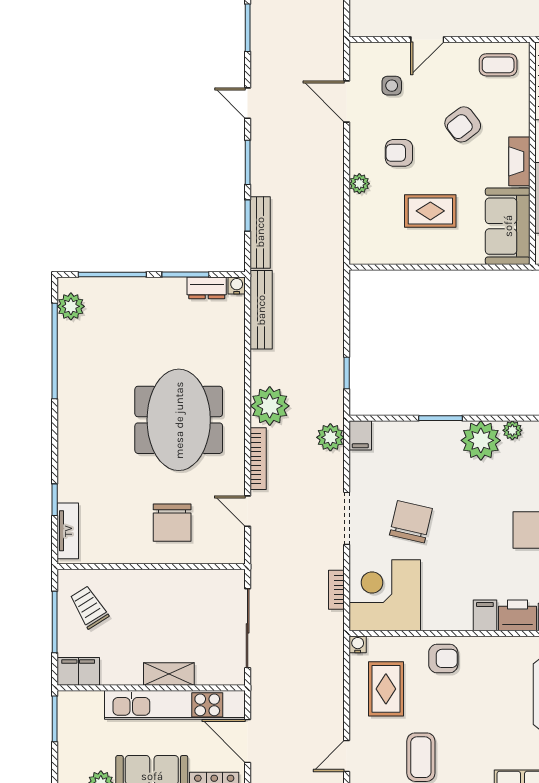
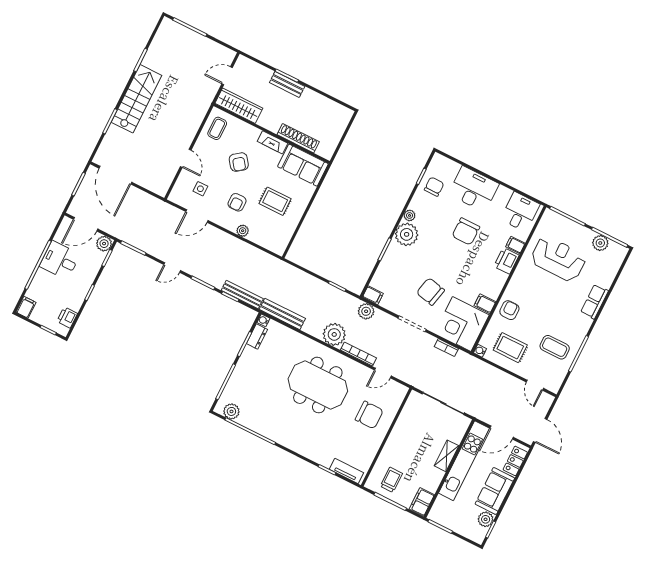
rug: (430, 211) -> (275, 201), turned 90
trolley: (89, 607) -> (391, 480), turned 122
filing cabinet: (485, 615) -> (485, 304), moved

